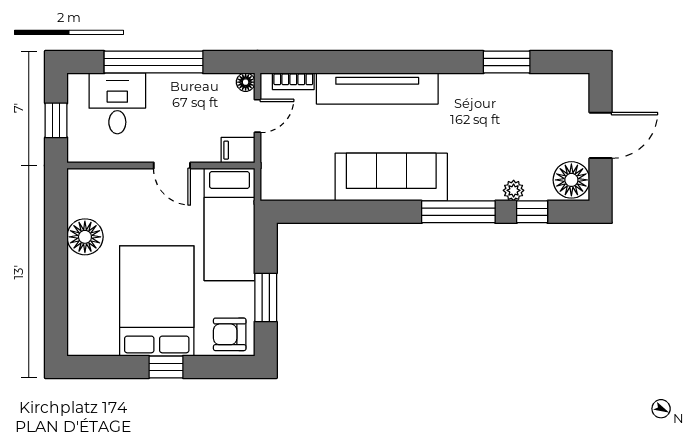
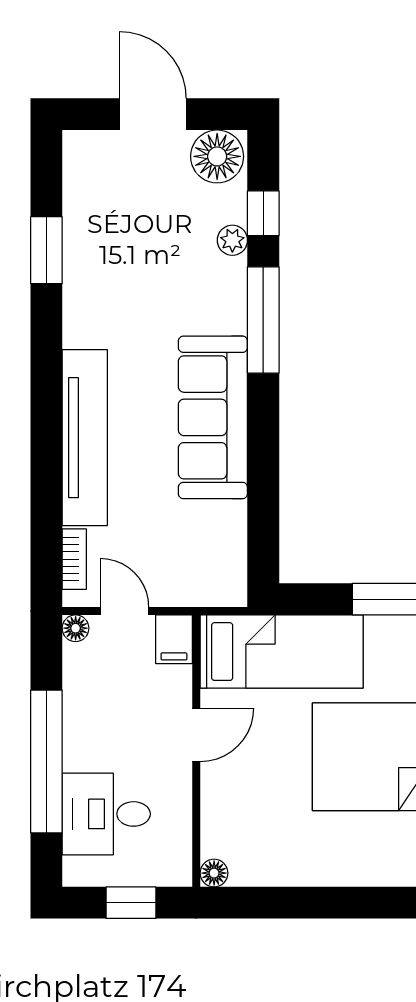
floor lamp: (85, 237) -> (214, 873), moved, width x0.53, depth x0.53

